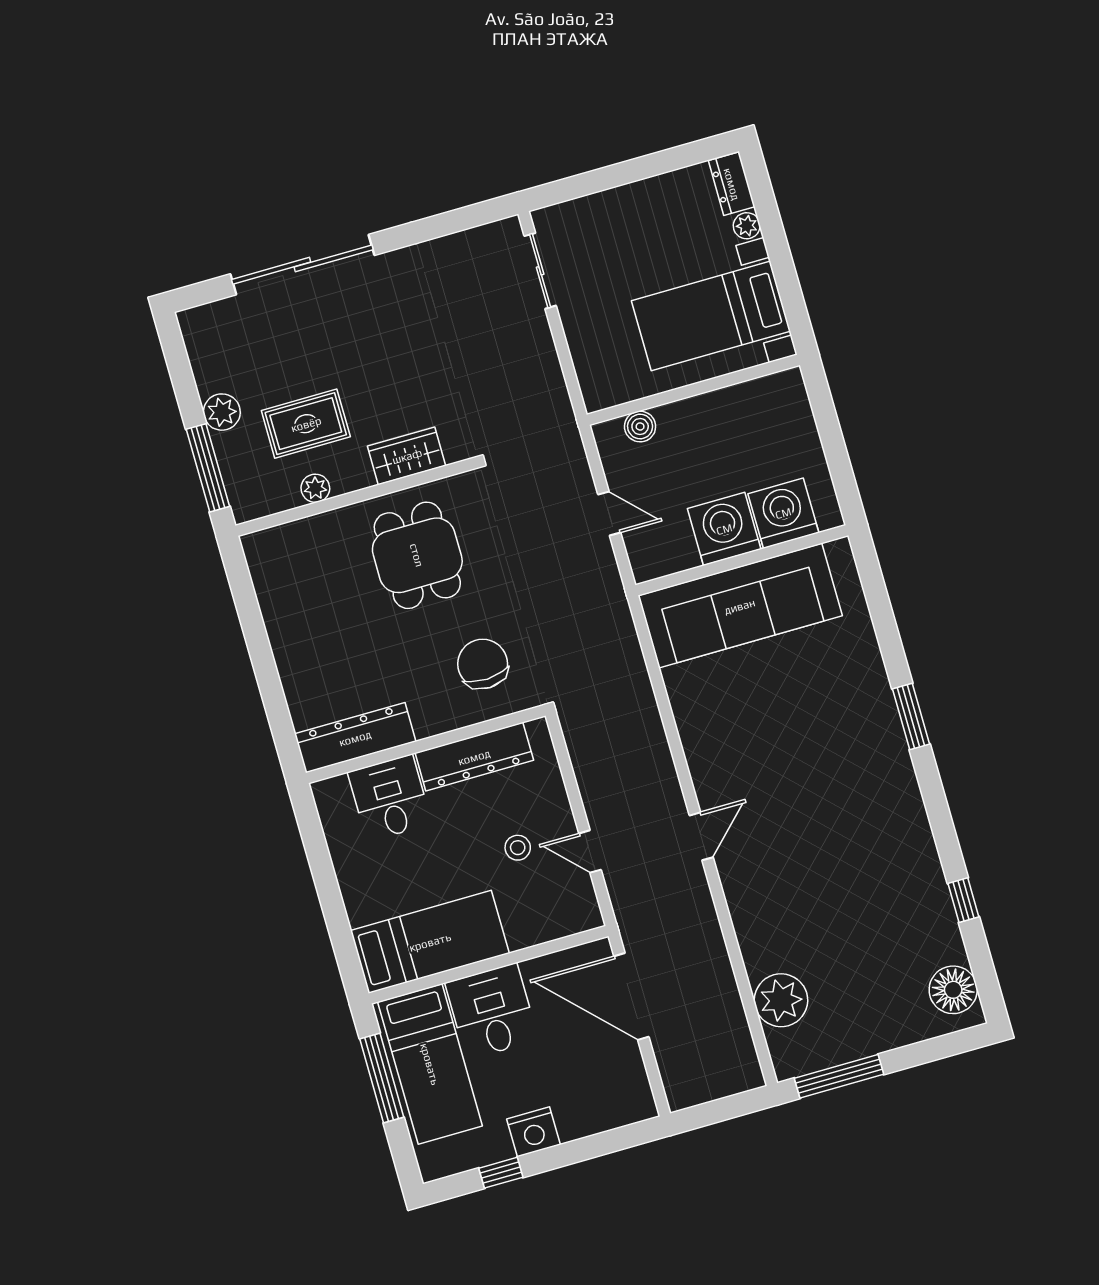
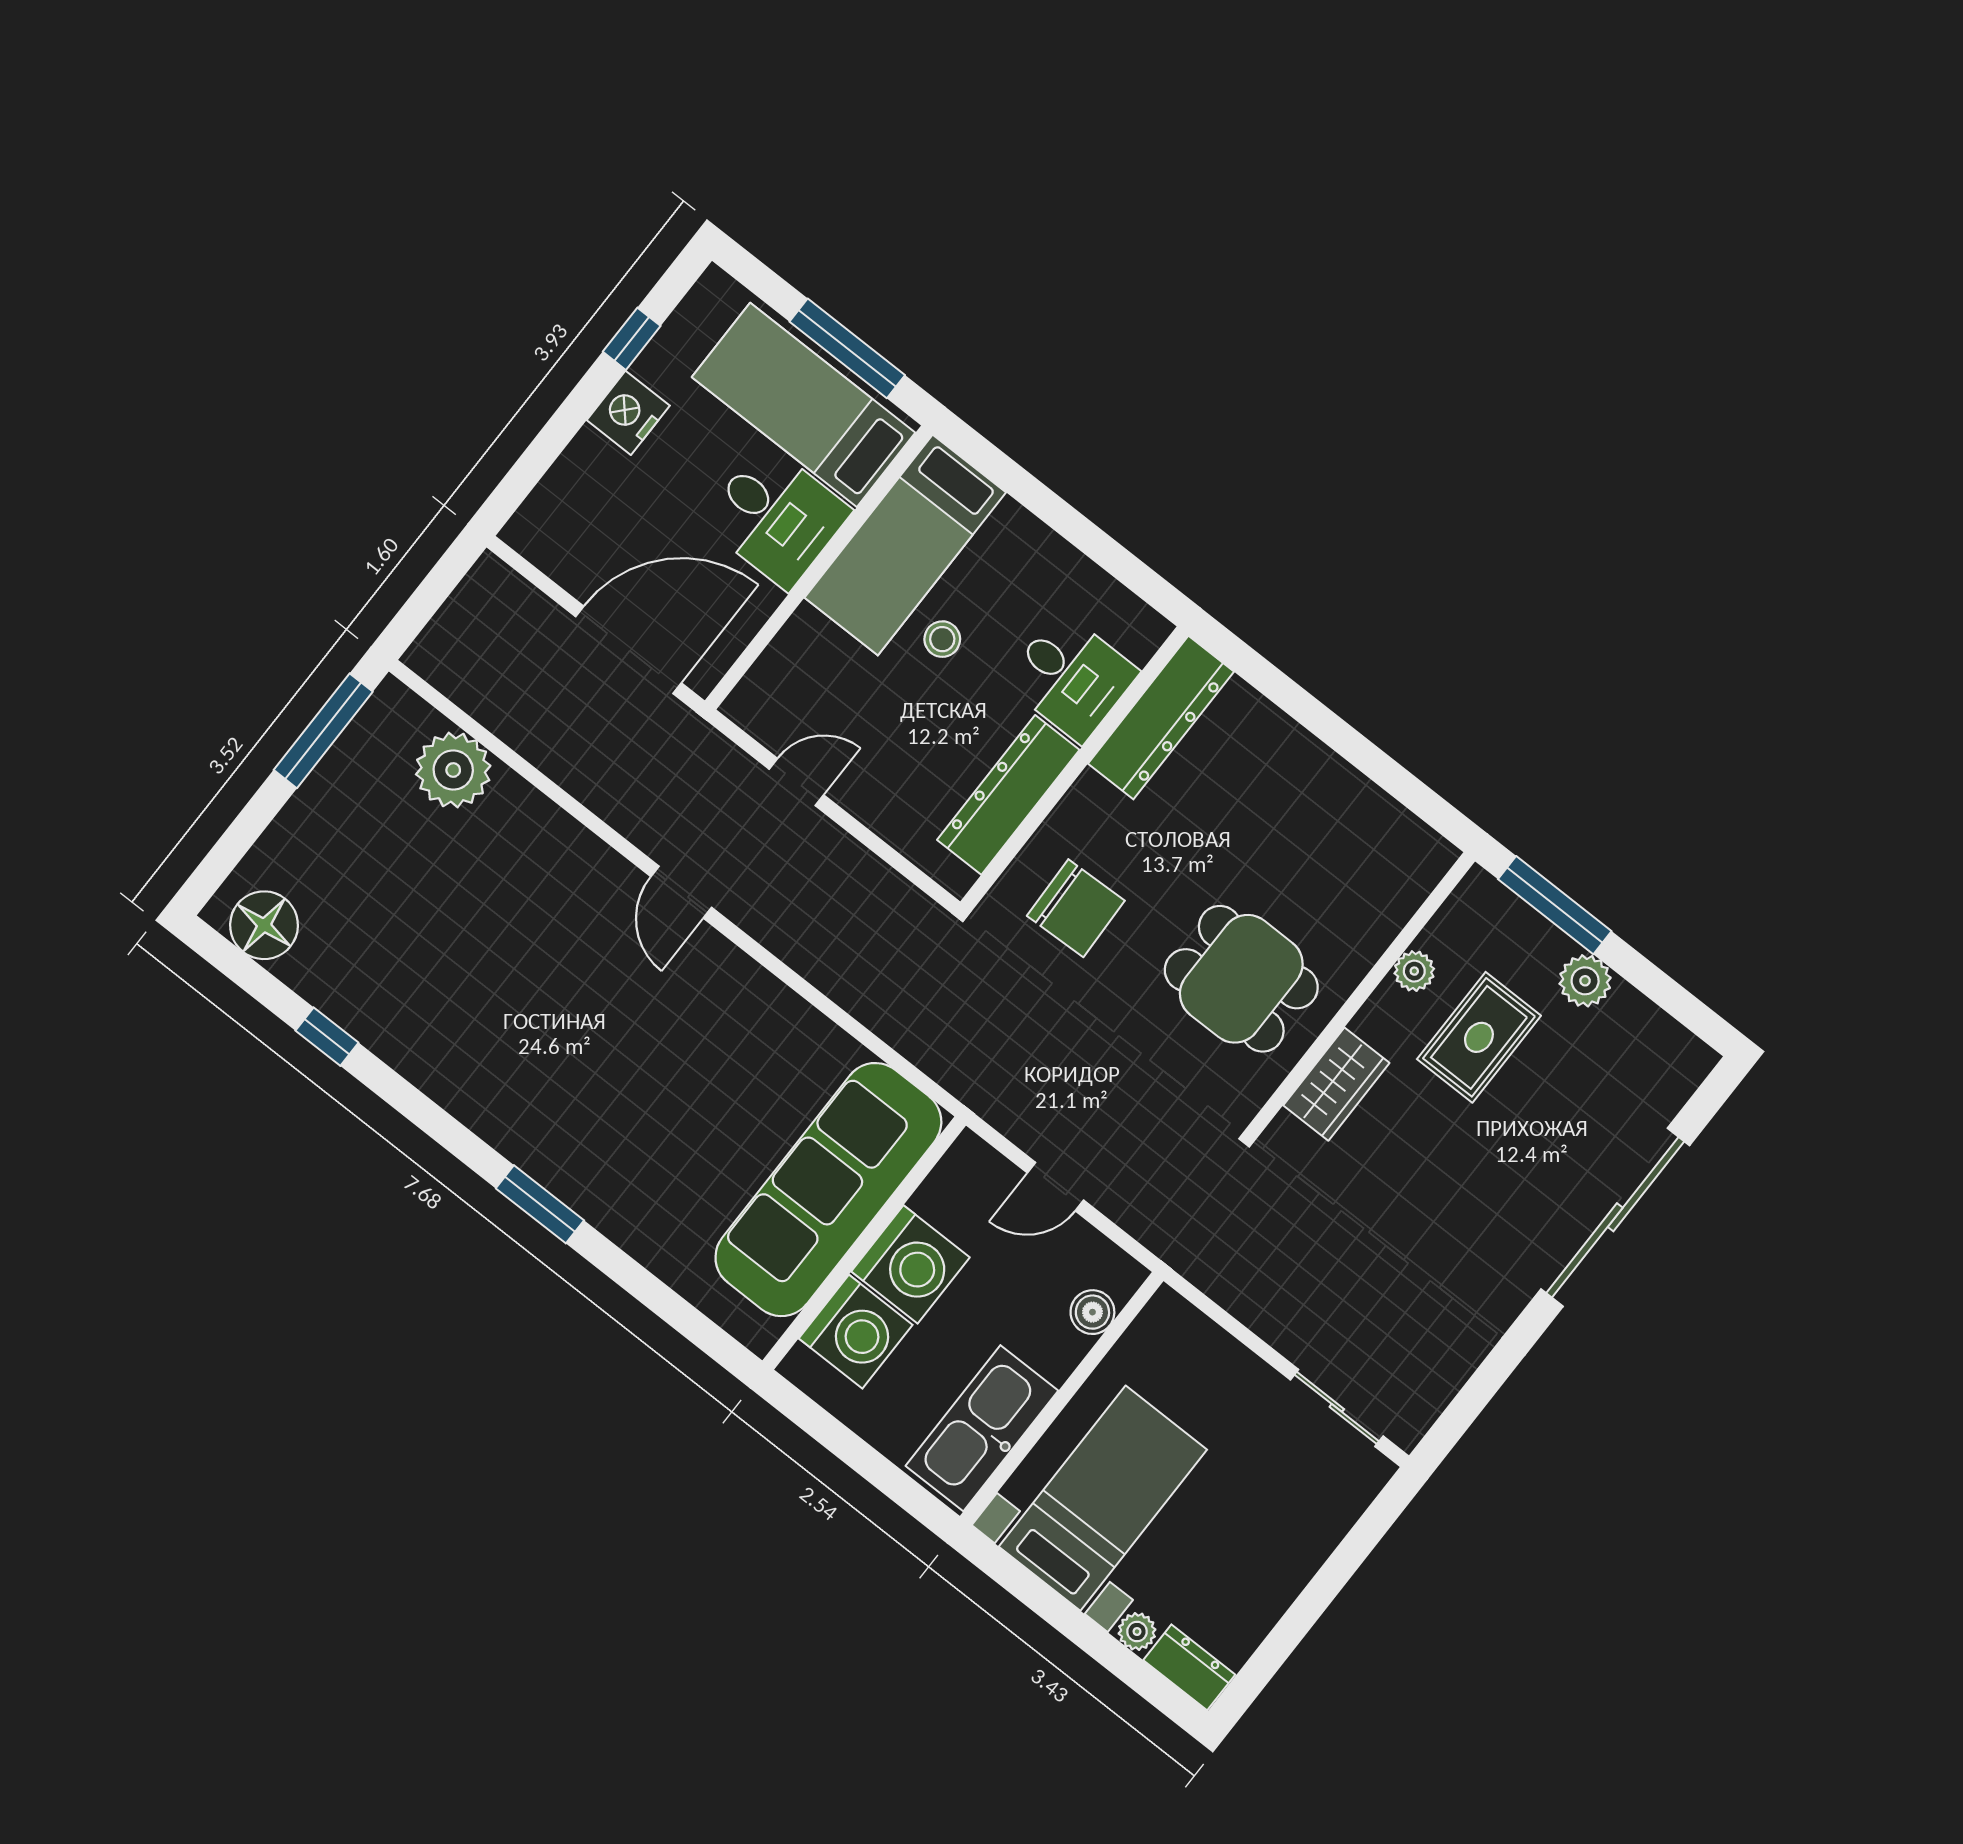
kitchen sink: (751, 406) -> (982, 1428), added
stool: (518, 848) -> (942, 639), moved

